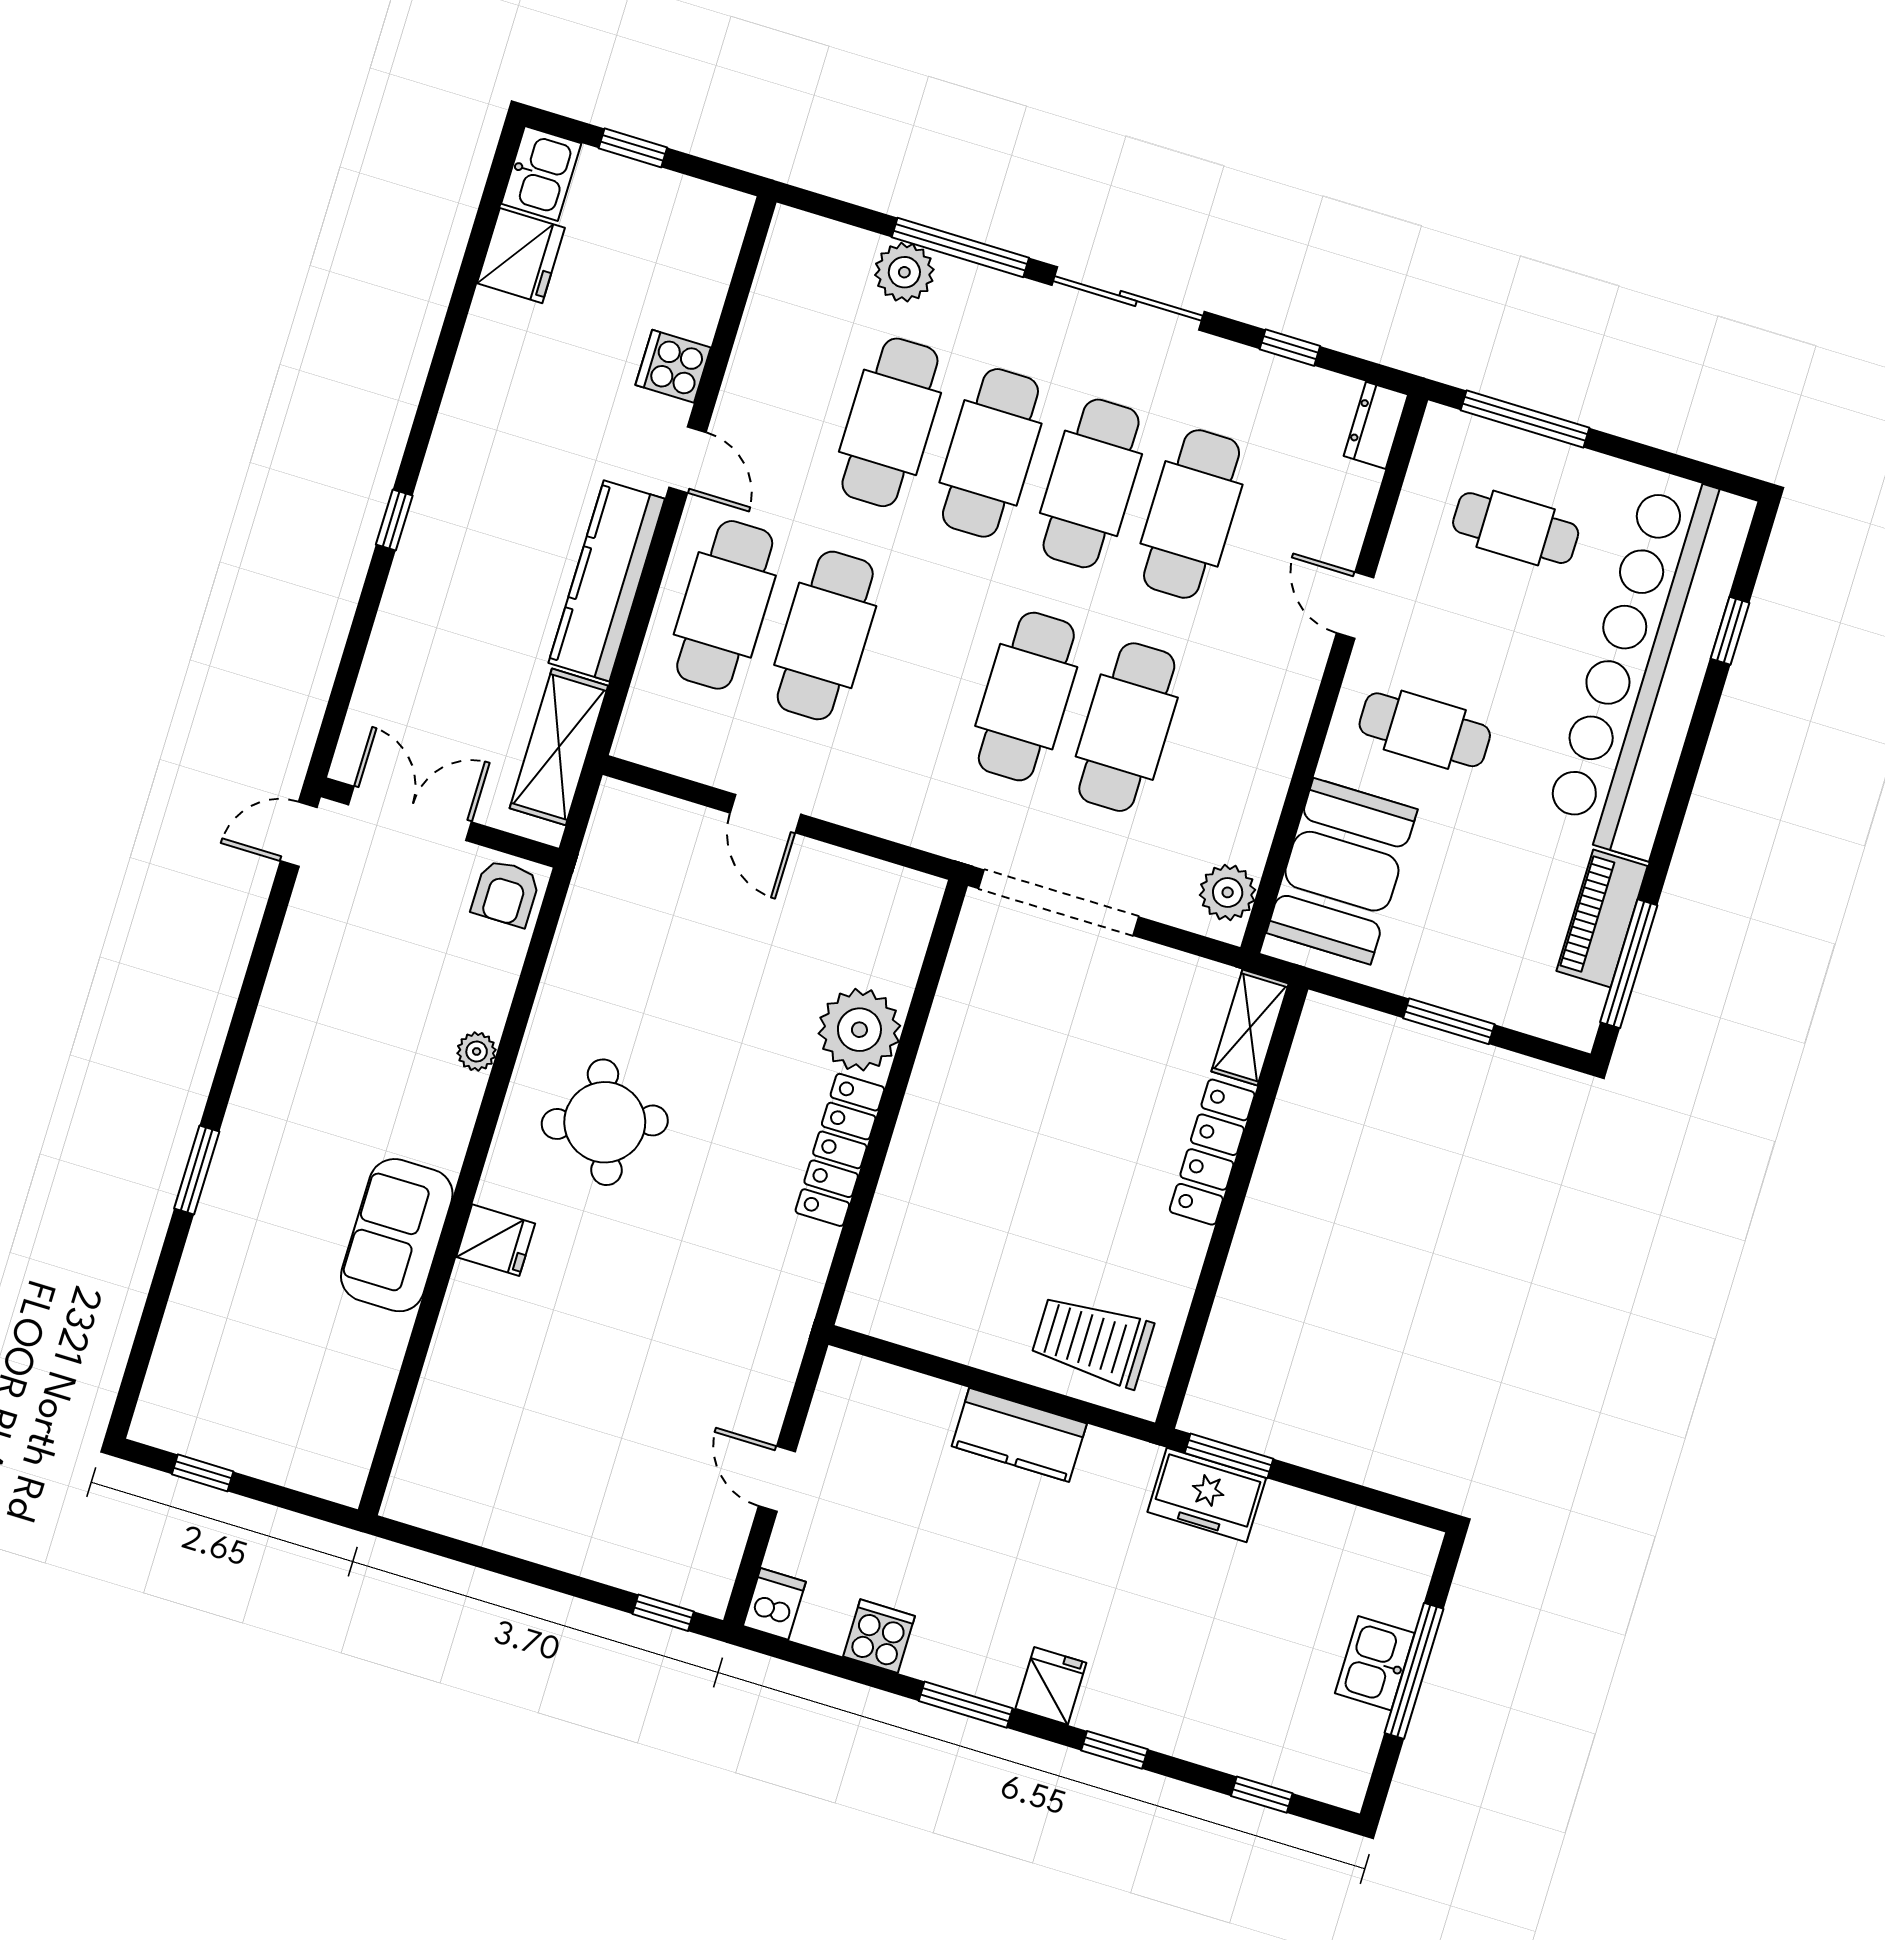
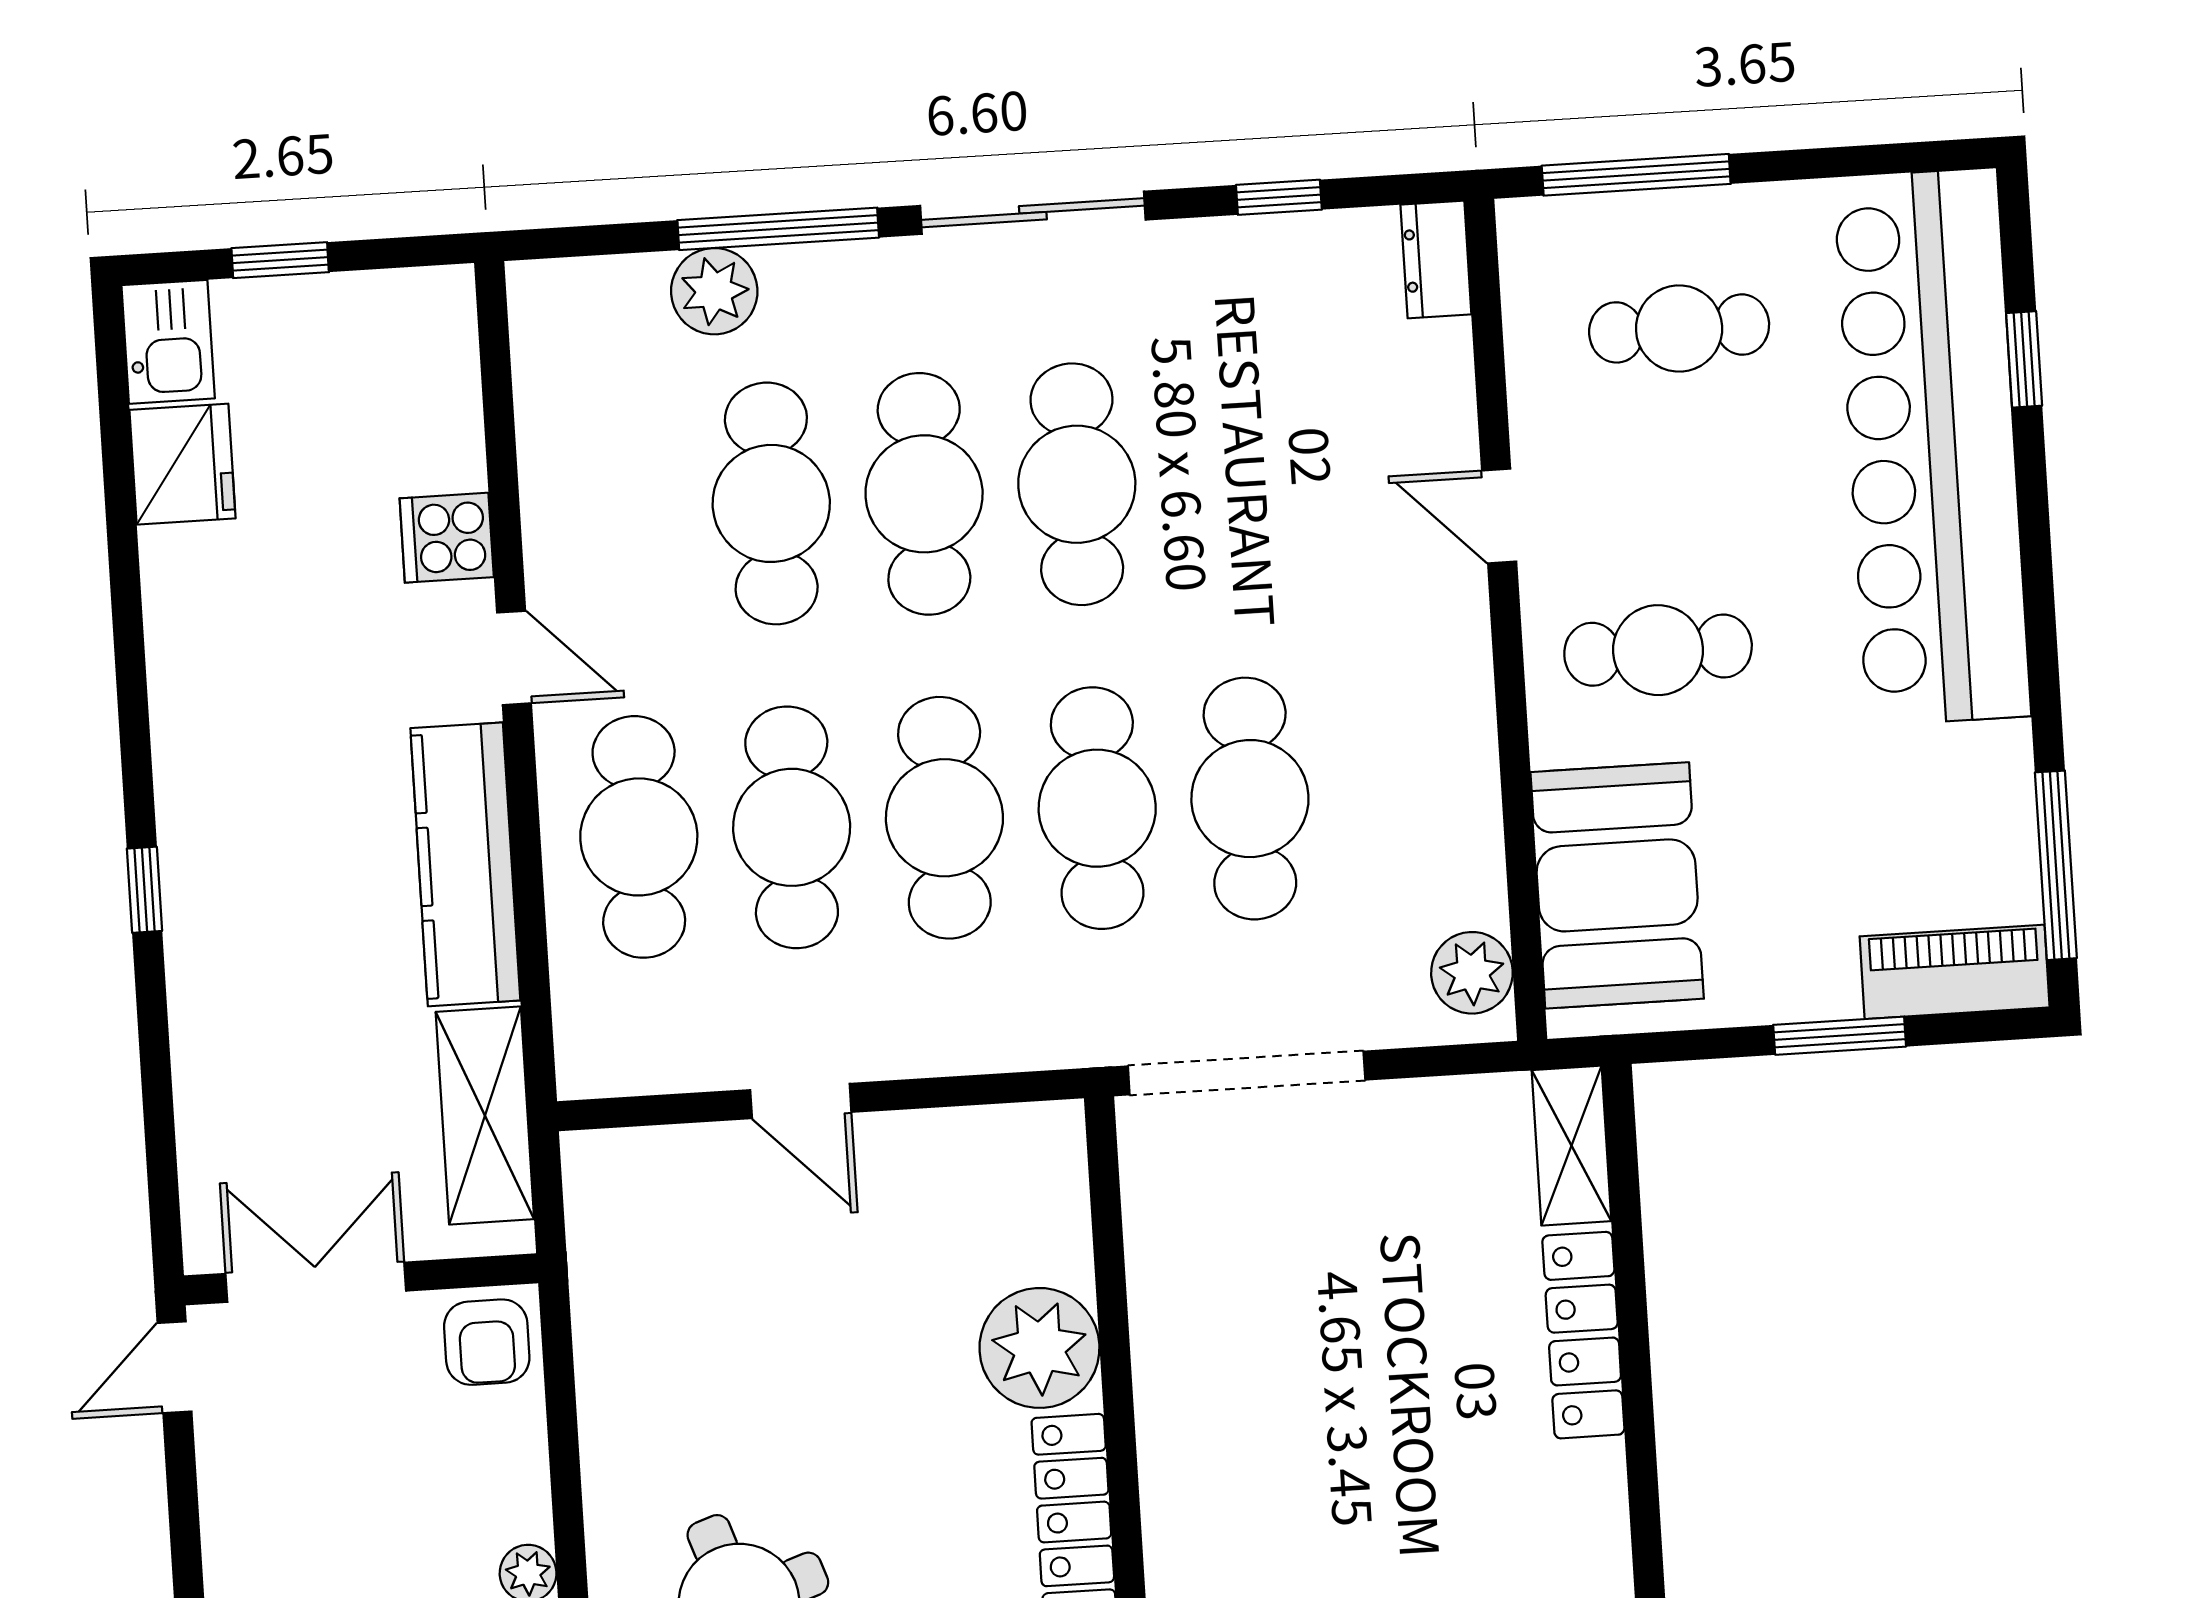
cafe table: (1192, 514) -> (944, 818), moved
piano: (1602, 918) -> (1955, 972), moved, turned 90

